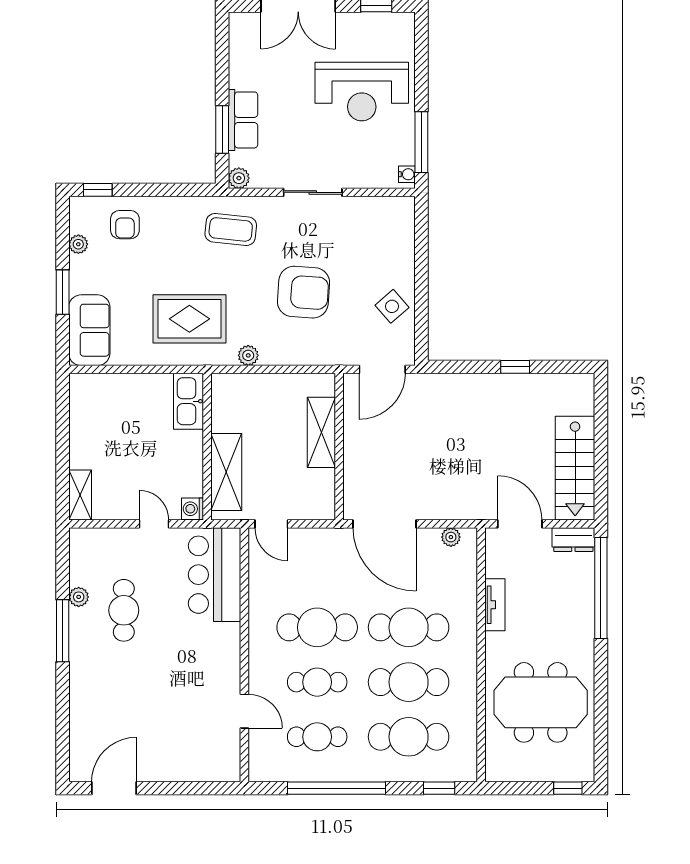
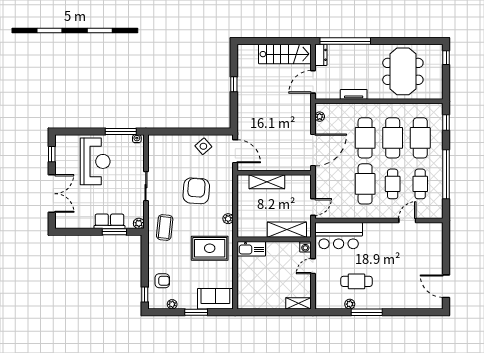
rug: (189, 319) -> (210, 248), turned 90

